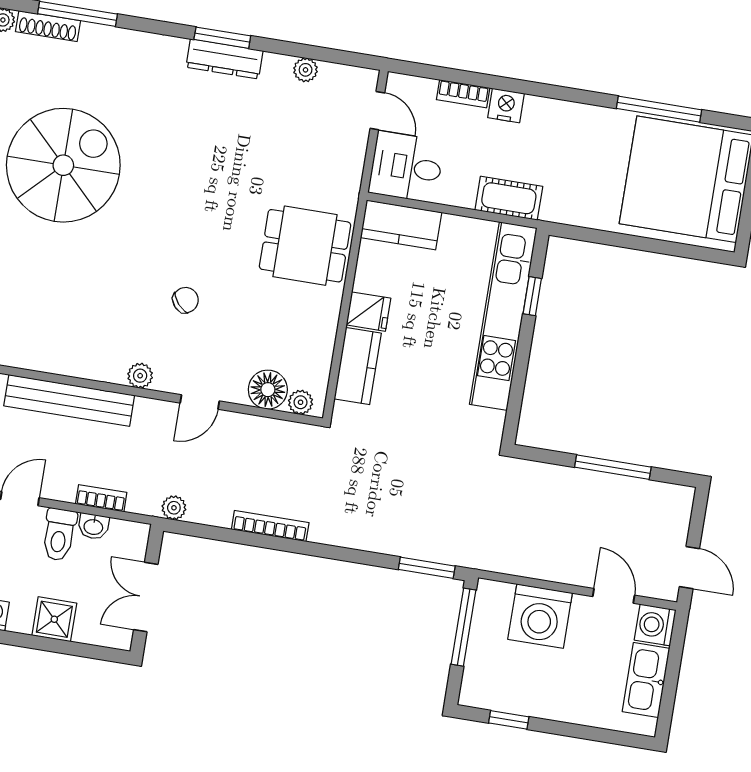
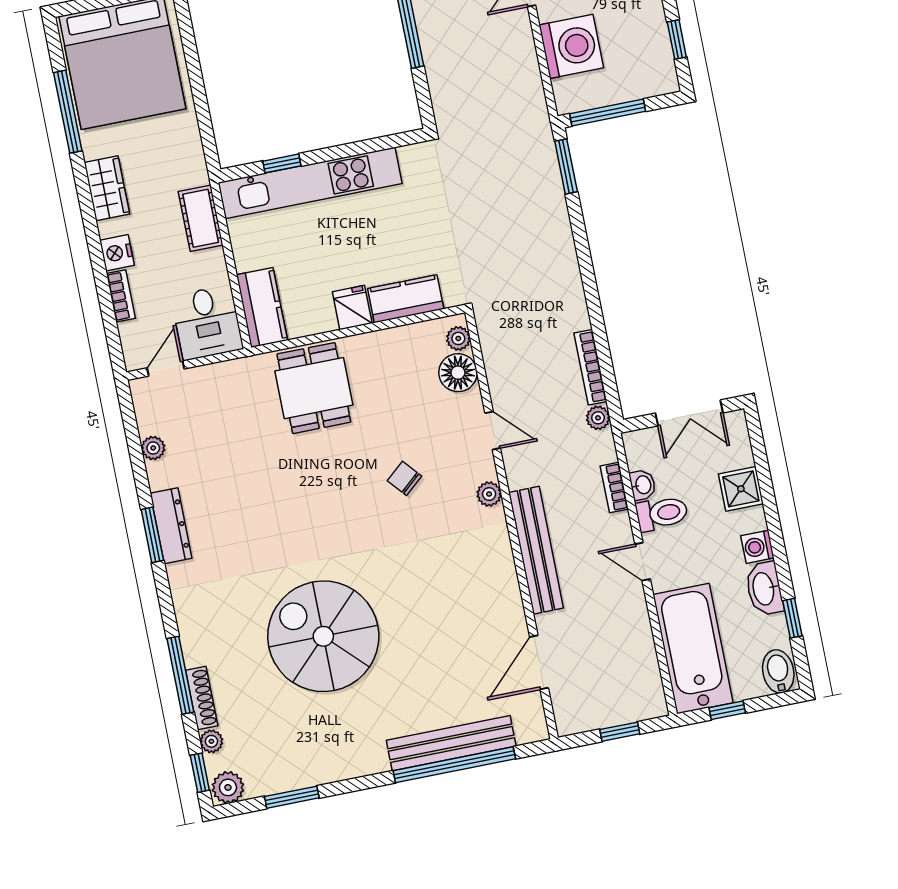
wardrobe: (571, 119) -> (107, 188), added
bookcase: (270, 526) -> (590, 367), moved

